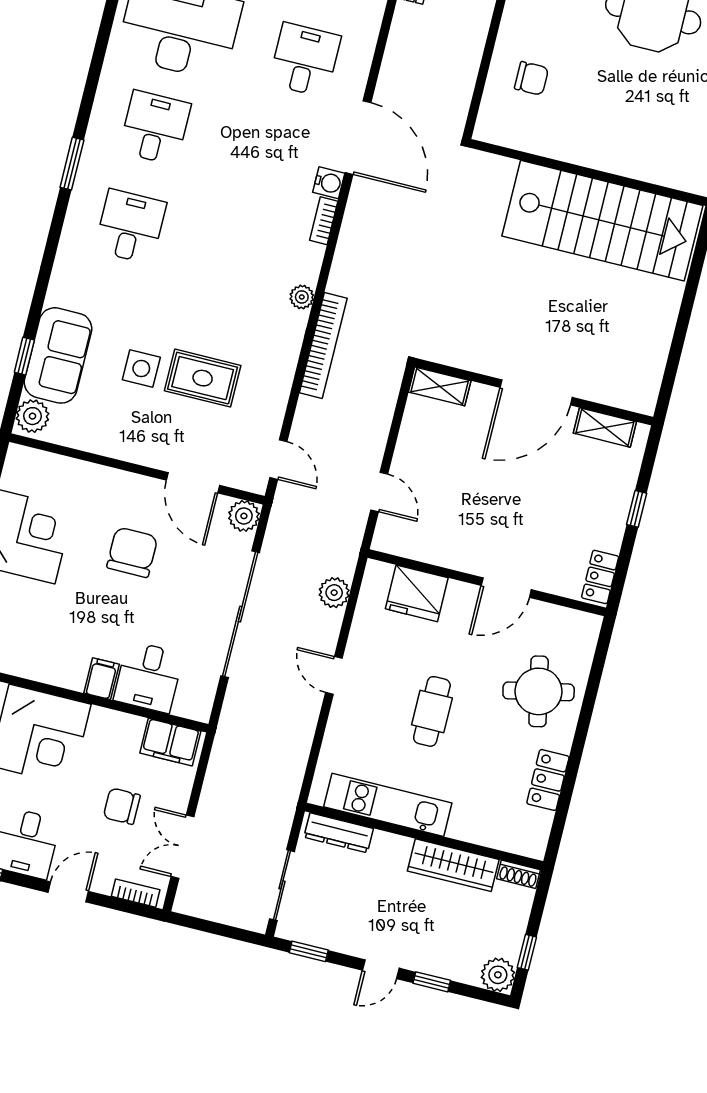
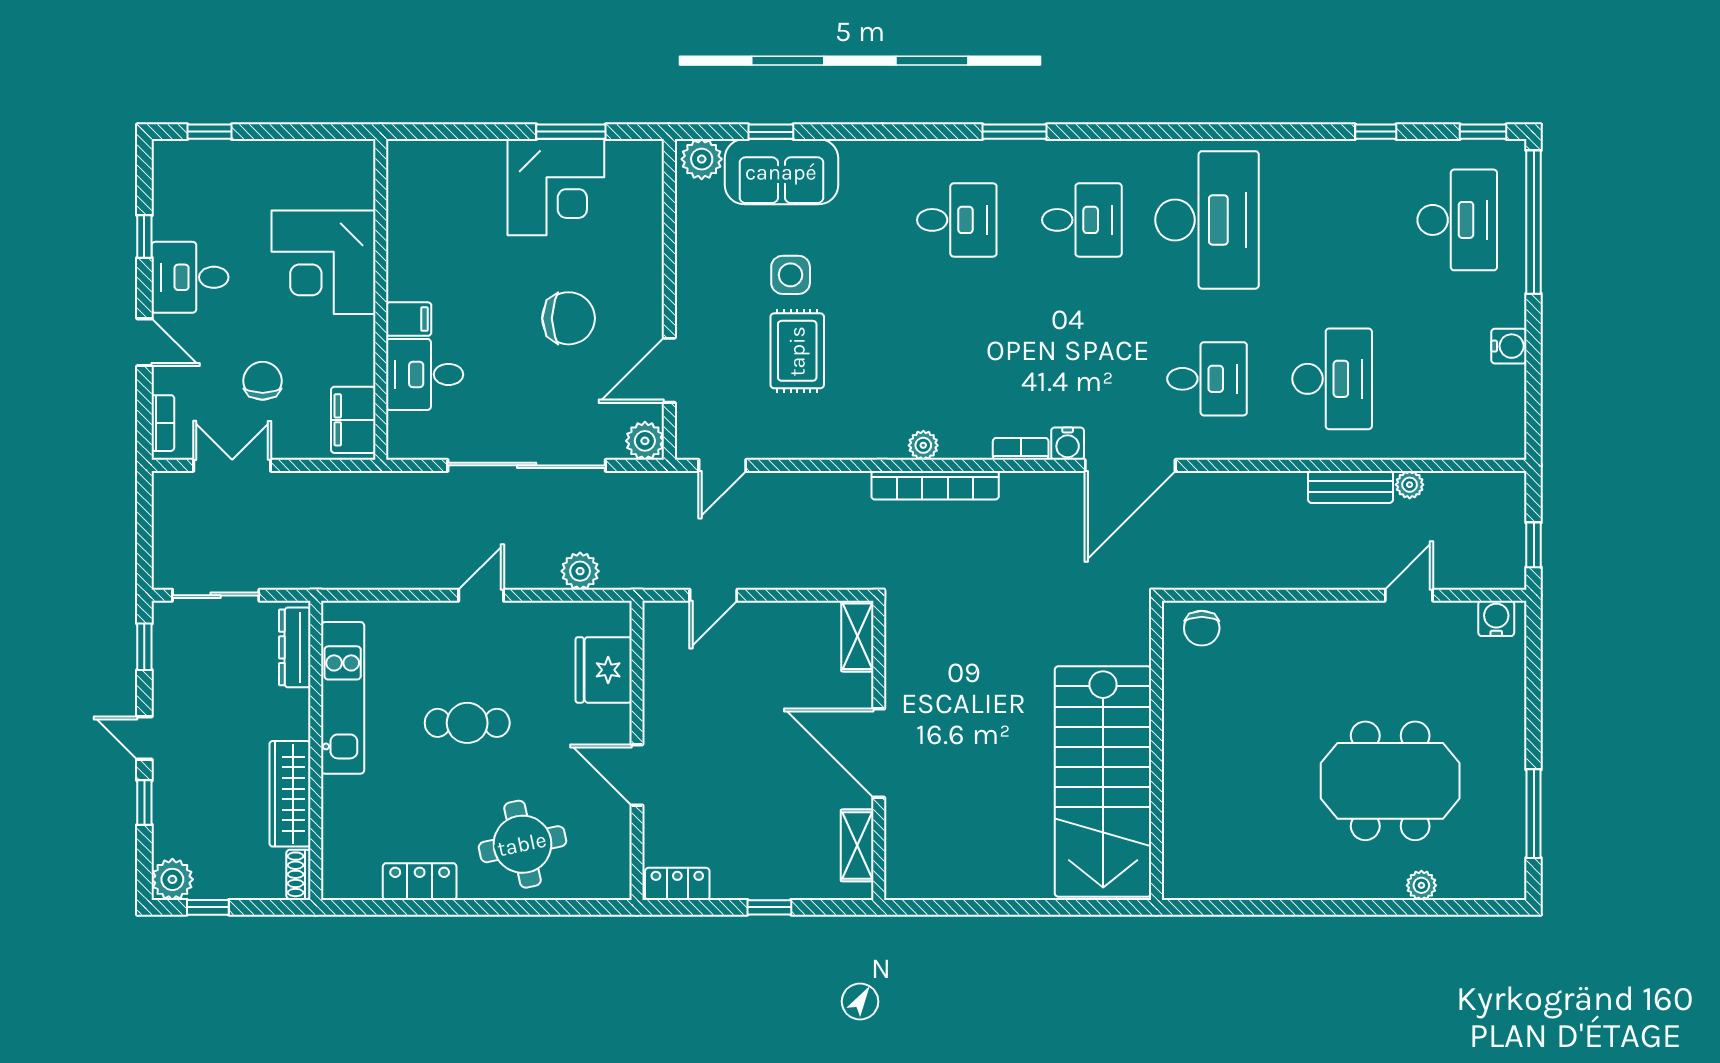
chair: (531, 78) -> (1202, 628), moved
bookcase: (323, 345) -> (935, 485), moved

